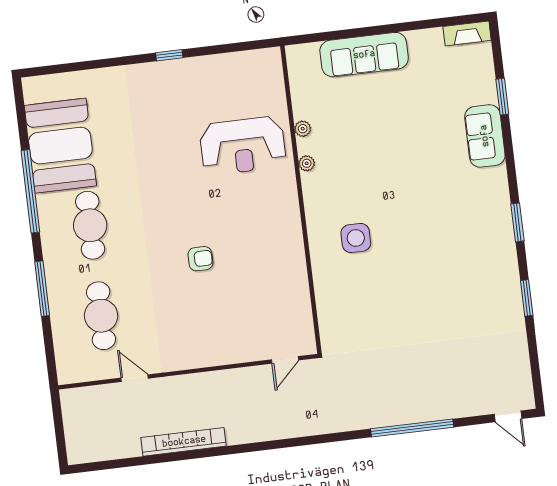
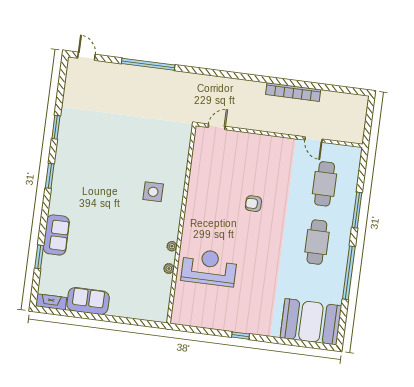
sofa: (364, 55) -> (88, 301), moved, width x0.73
booth: (60, 146) -> (311, 322), moved, turned 90

